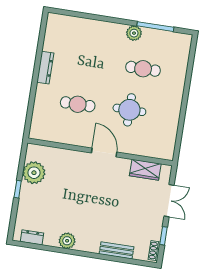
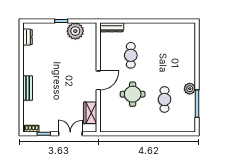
dresser: (45, 68) -> (112, 27), moved
double door: (169, 201) -> (70, 134), swing flipped
plant: (67, 241) -> (29, 63), removed
bench: (117, 250) -> (28, 88), moved

